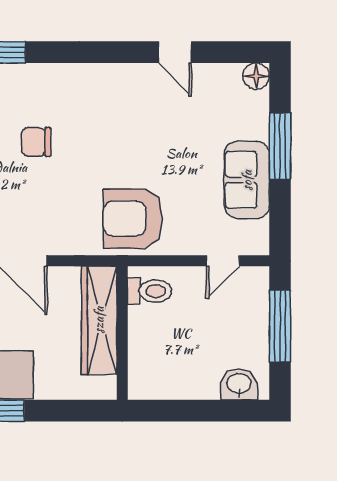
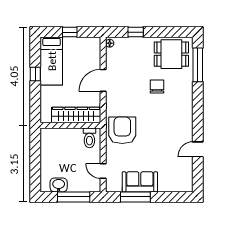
floor lamp: (256, 76) -> (187, 186), removed
window: (280, 146) -> (135, 197), moved
washbasin: (239, 384) -> (59, 185), moved, turned -90

